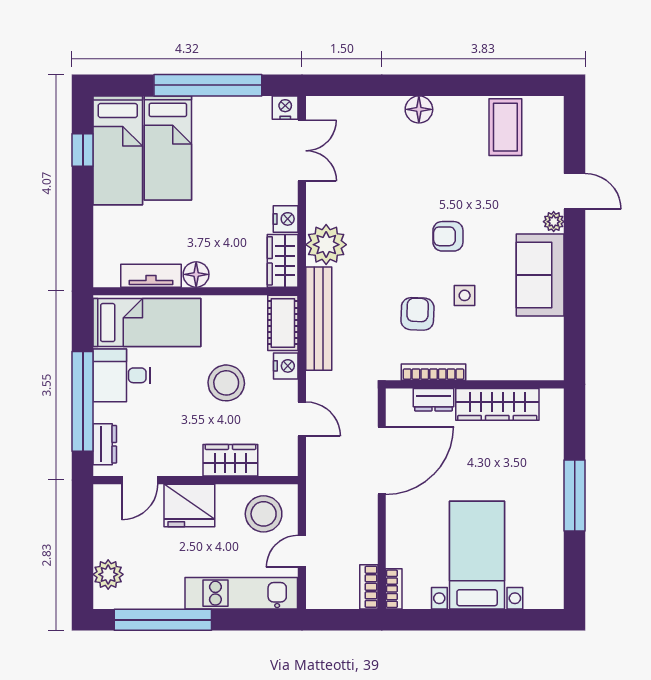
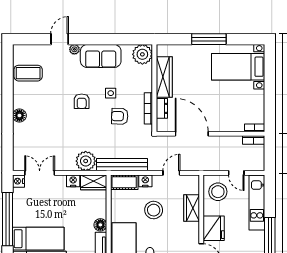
plant: (544, 360) -> (142, 54), added
bed with nightstands: (477, 555) -> (238, 67), moved

